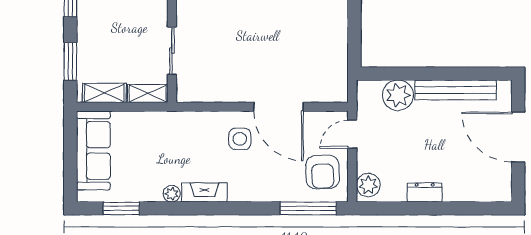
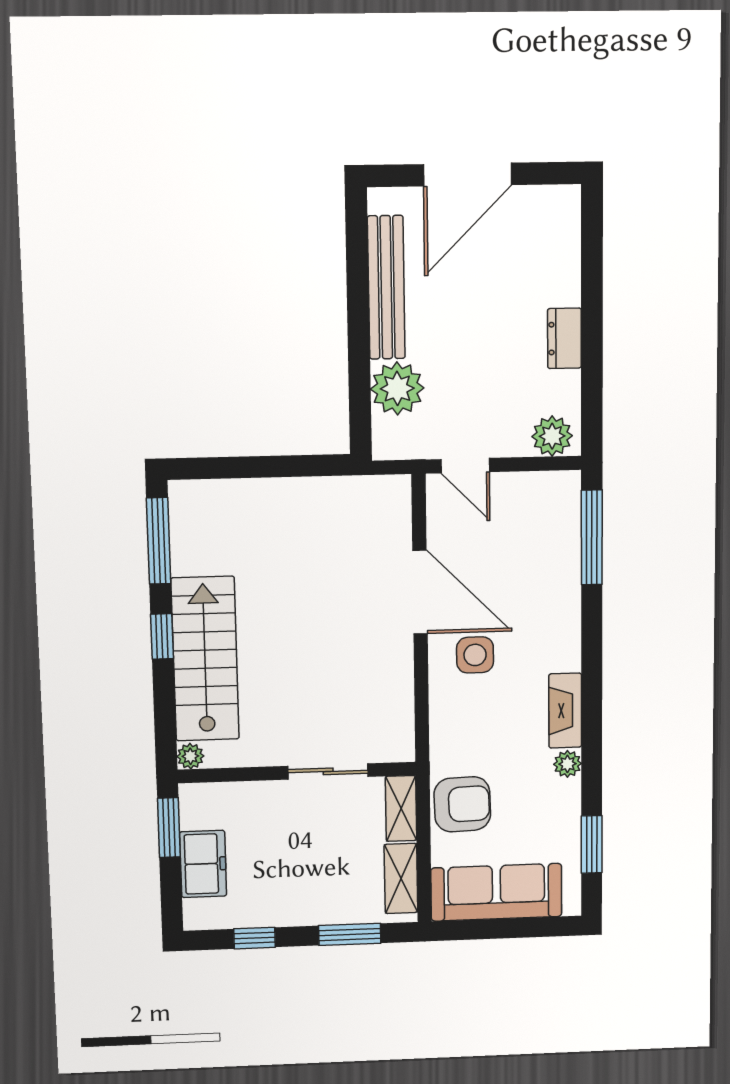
door: (278, 107) -> (420, 592), hinge flipped
armchair: (323, 172) -> (462, 804), moved

